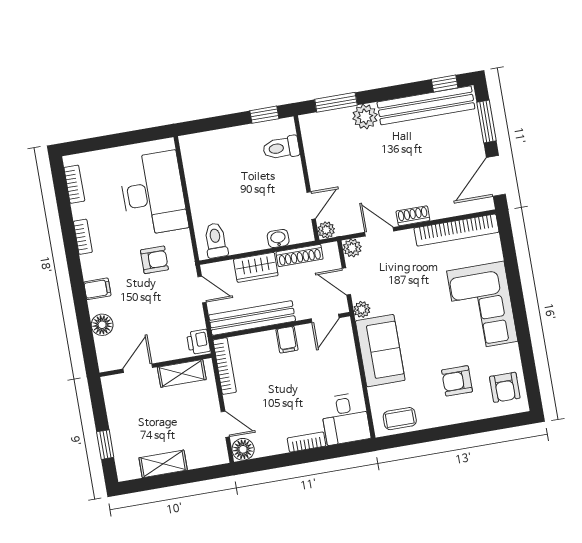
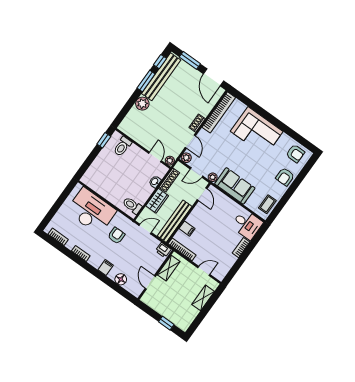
window: (336, 102) -> (146, 81), moved
door: (379, 232) -> (190, 142), swing flipped
filing cabinet: (287, 340) -> (187, 229), moved
armchair: (457, 381) -> (285, 177), moved
floor lamp: (243, 449) -> (220, 274), removed
shelving: (163, 464) -> (203, 298), moved

